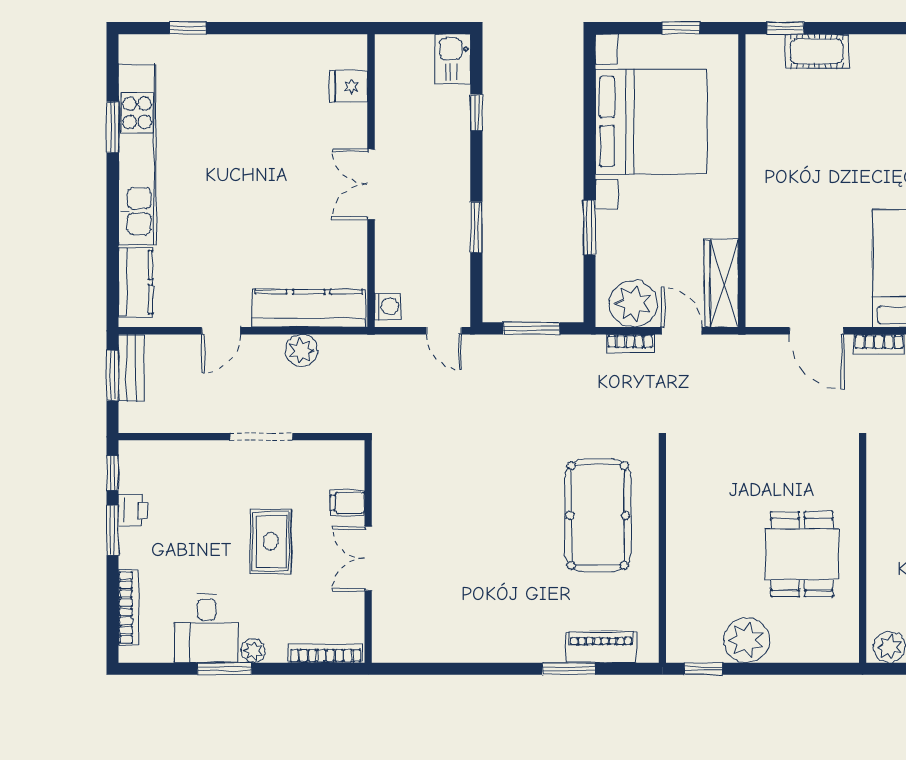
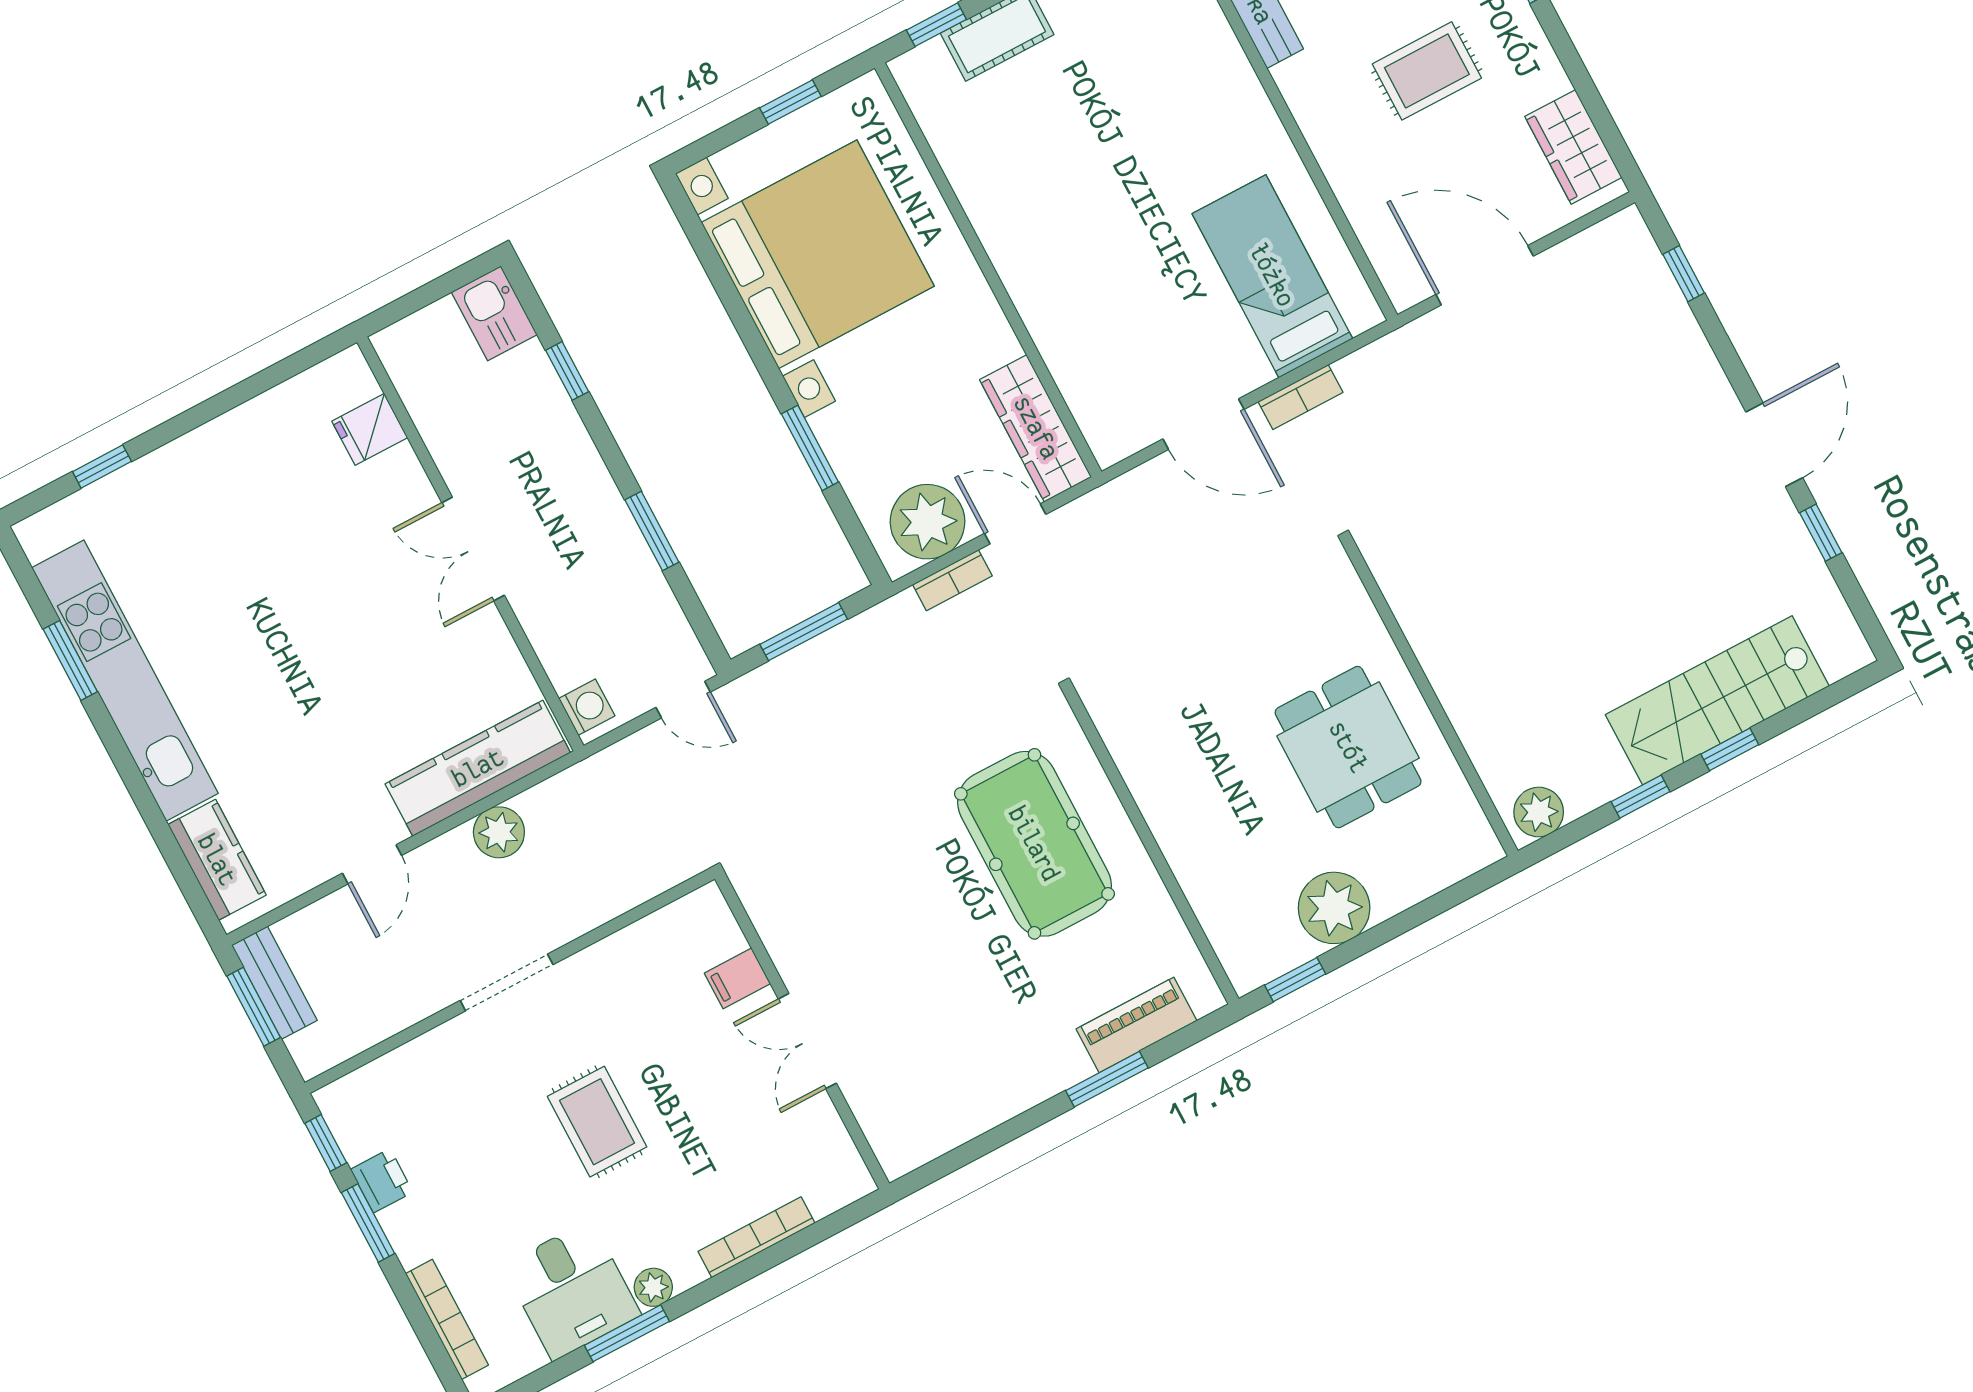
filing cabinet: (347, 503) -> (737, 978), moved
wall: (368, 552) -> (802, 1031), moved
double door: (368, 559) -> (807, 1041), moved

